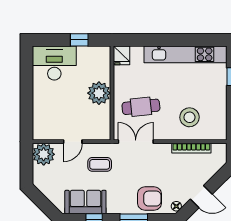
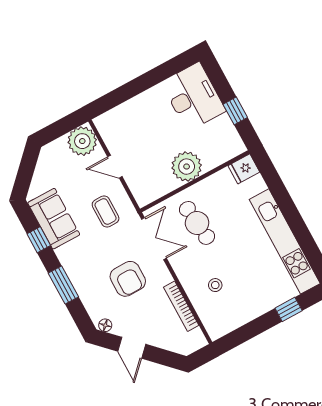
stool: (190, 117) -> (215, 285), width x0.53, depth x0.53
armchair: (150, 199) -> (128, 279), moved

